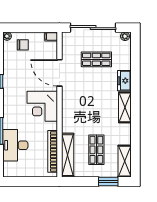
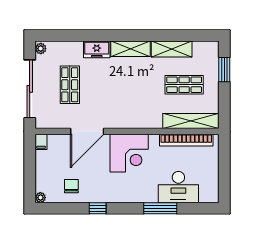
chair: (23, 45) -> (71, 186), moved
shelving: (125, 161) -> (172, 49), moved

